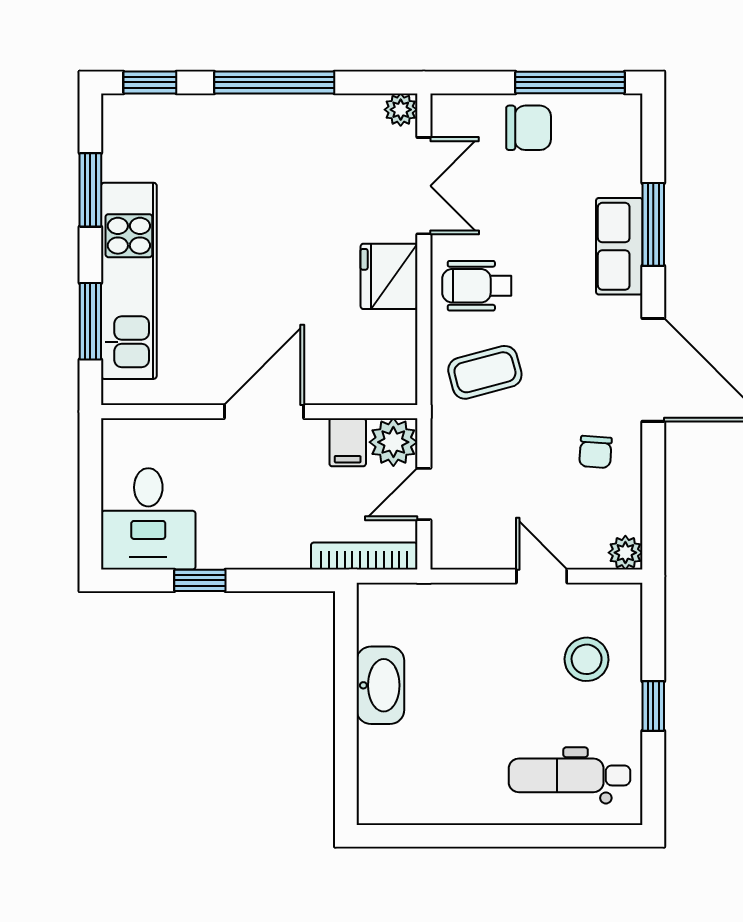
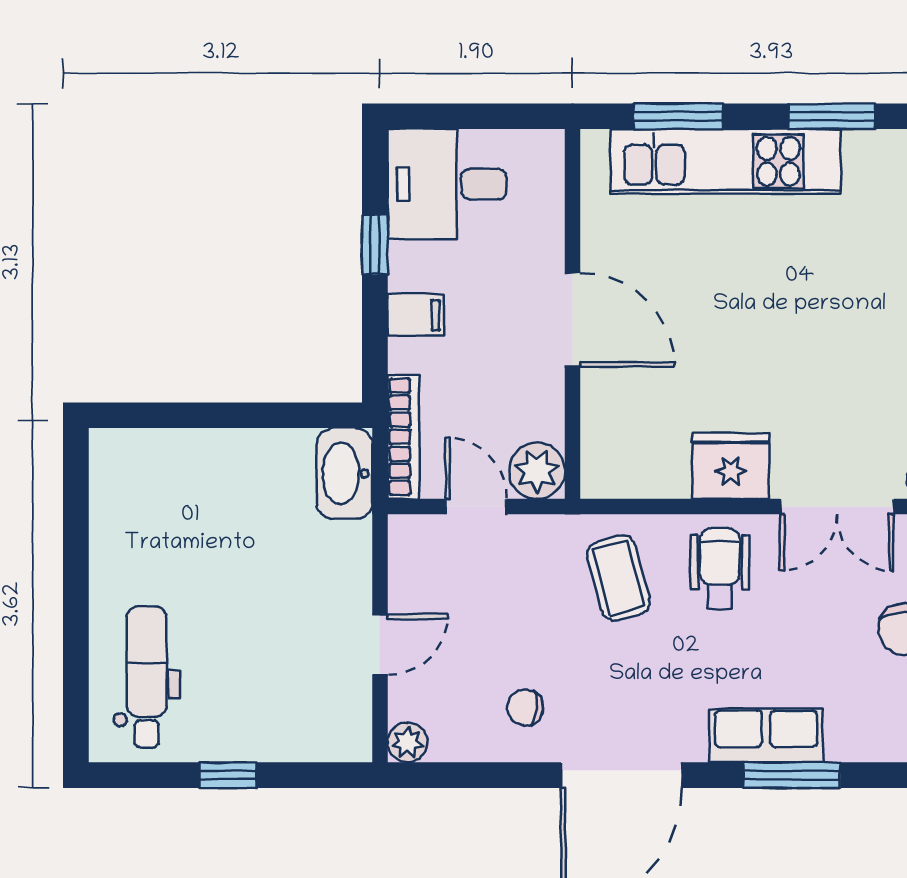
filing cabinet: (348, 442) -> (416, 315), moved, turned 180
stool: (587, 659) -> (283, 697), removed
washbasin: (380, 685) -> (345, 473), moved, turned 90

